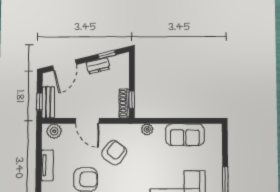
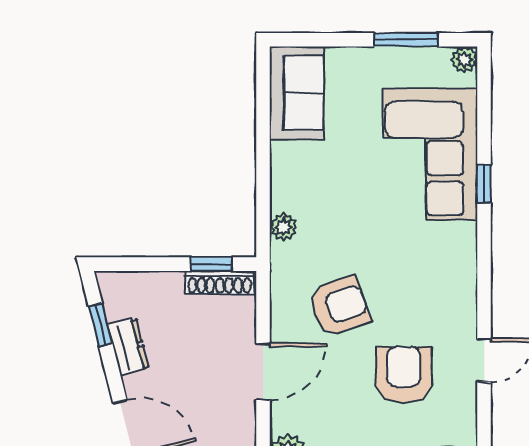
sofa: (185, 135) -> (297, 93), moved
armchair: (114, 153) -> (339, 306), turned 123

